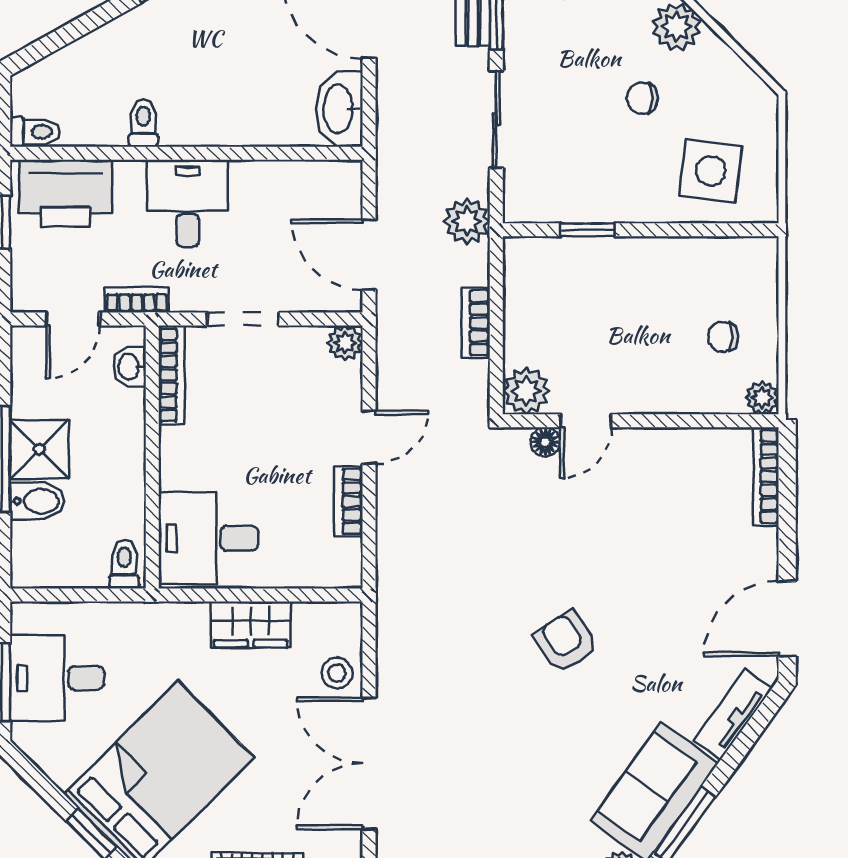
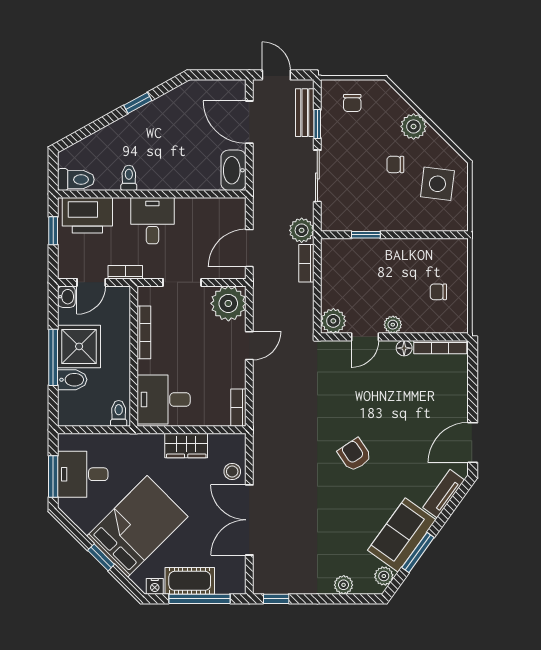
toilet: (35, 132) -> (76, 180), width x1.37, depth x1.39
side table: (711, 171) -> (437, 184), moved
door: (369, 255) -> (249, 248), hinge flipped
bookcase: (476, 323) -> (306, 263), moved
plant: (345, 343) -> (228, 303), width x1.87, depth x1.87
washbasin: (130, 367) -> (66, 297), moved, turned 180
bookcase: (171, 375) -> (144, 332), moved
plant: (762, 398) -> (393, 325), moved
floor lamp: (545, 442) -> (404, 348), moved
shower: (39, 449) -> (79, 346), width x1.36, depth x1.36
bookcase: (766, 477) -> (440, 347), moved, turned -90
bookcase: (348, 501) -> (238, 408), moved

